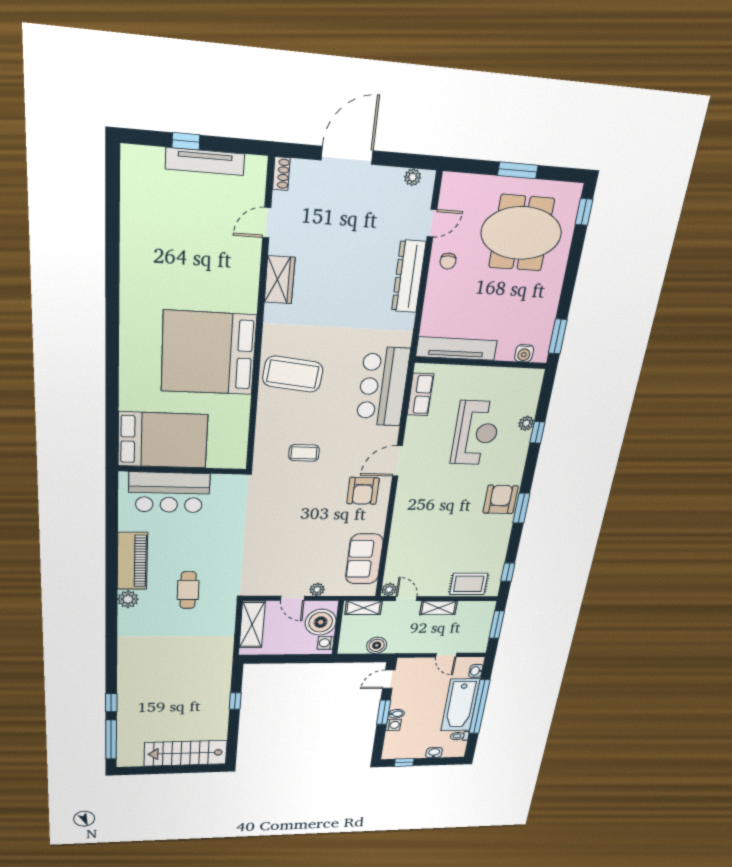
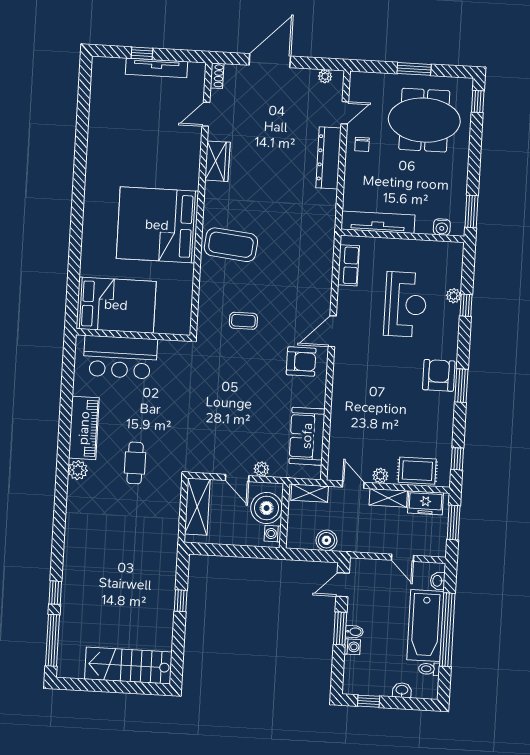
bar counter: (383, 387) -> (313, 257), removed
armchair: (363, 491) -> (301, 362), turned -90
plant: (389, 590) -> (380, 476), moved
freezer: (473, 610) -> (425, 503), added

